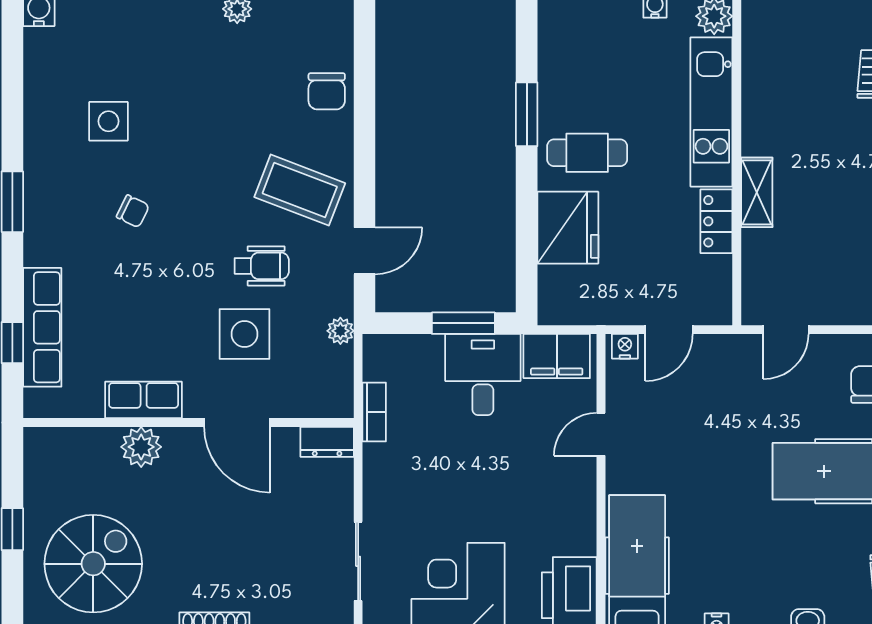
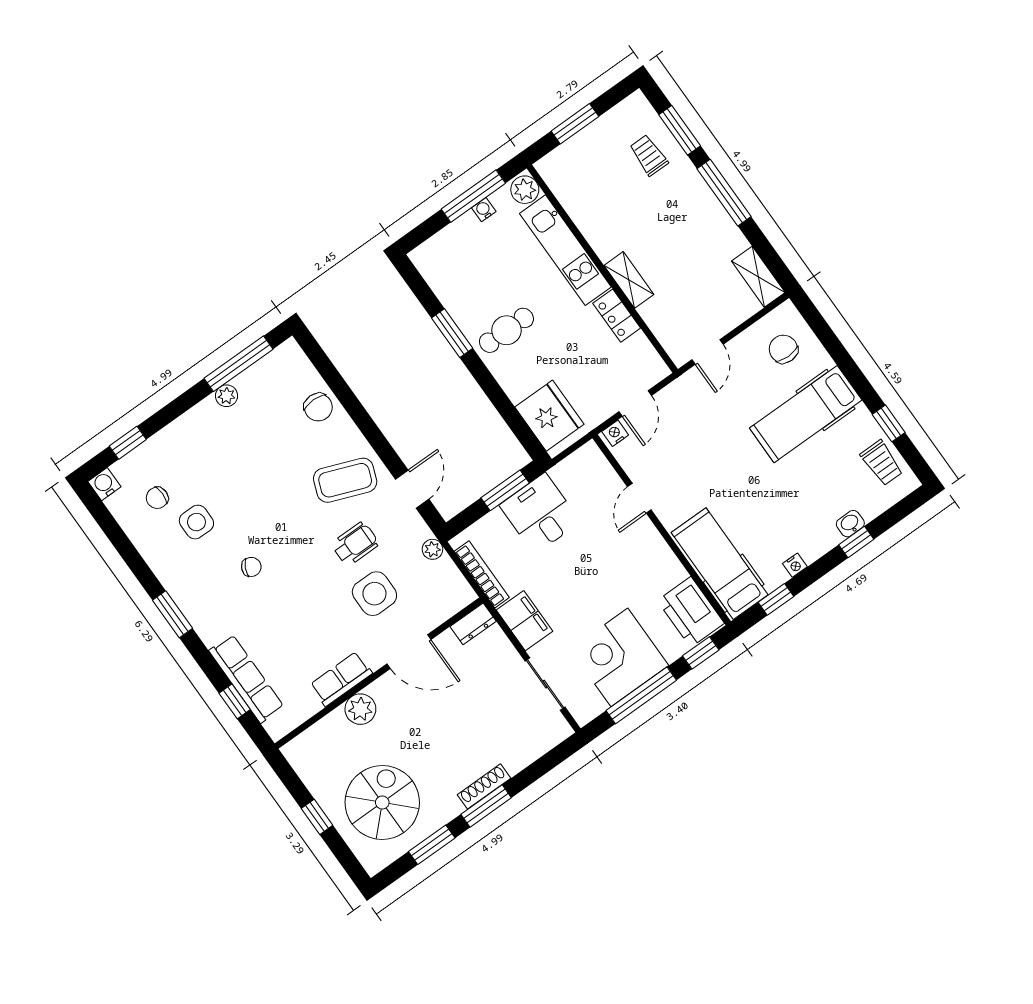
chair: (85, 65) -> (157, 498), added
fridge: (568, 228) -> (549, 416), moved
filing cabinet: (557, 356) -> (524, 621), moved, turned -90
bookcase: (374, 412) -> (482, 574), width x1.56

